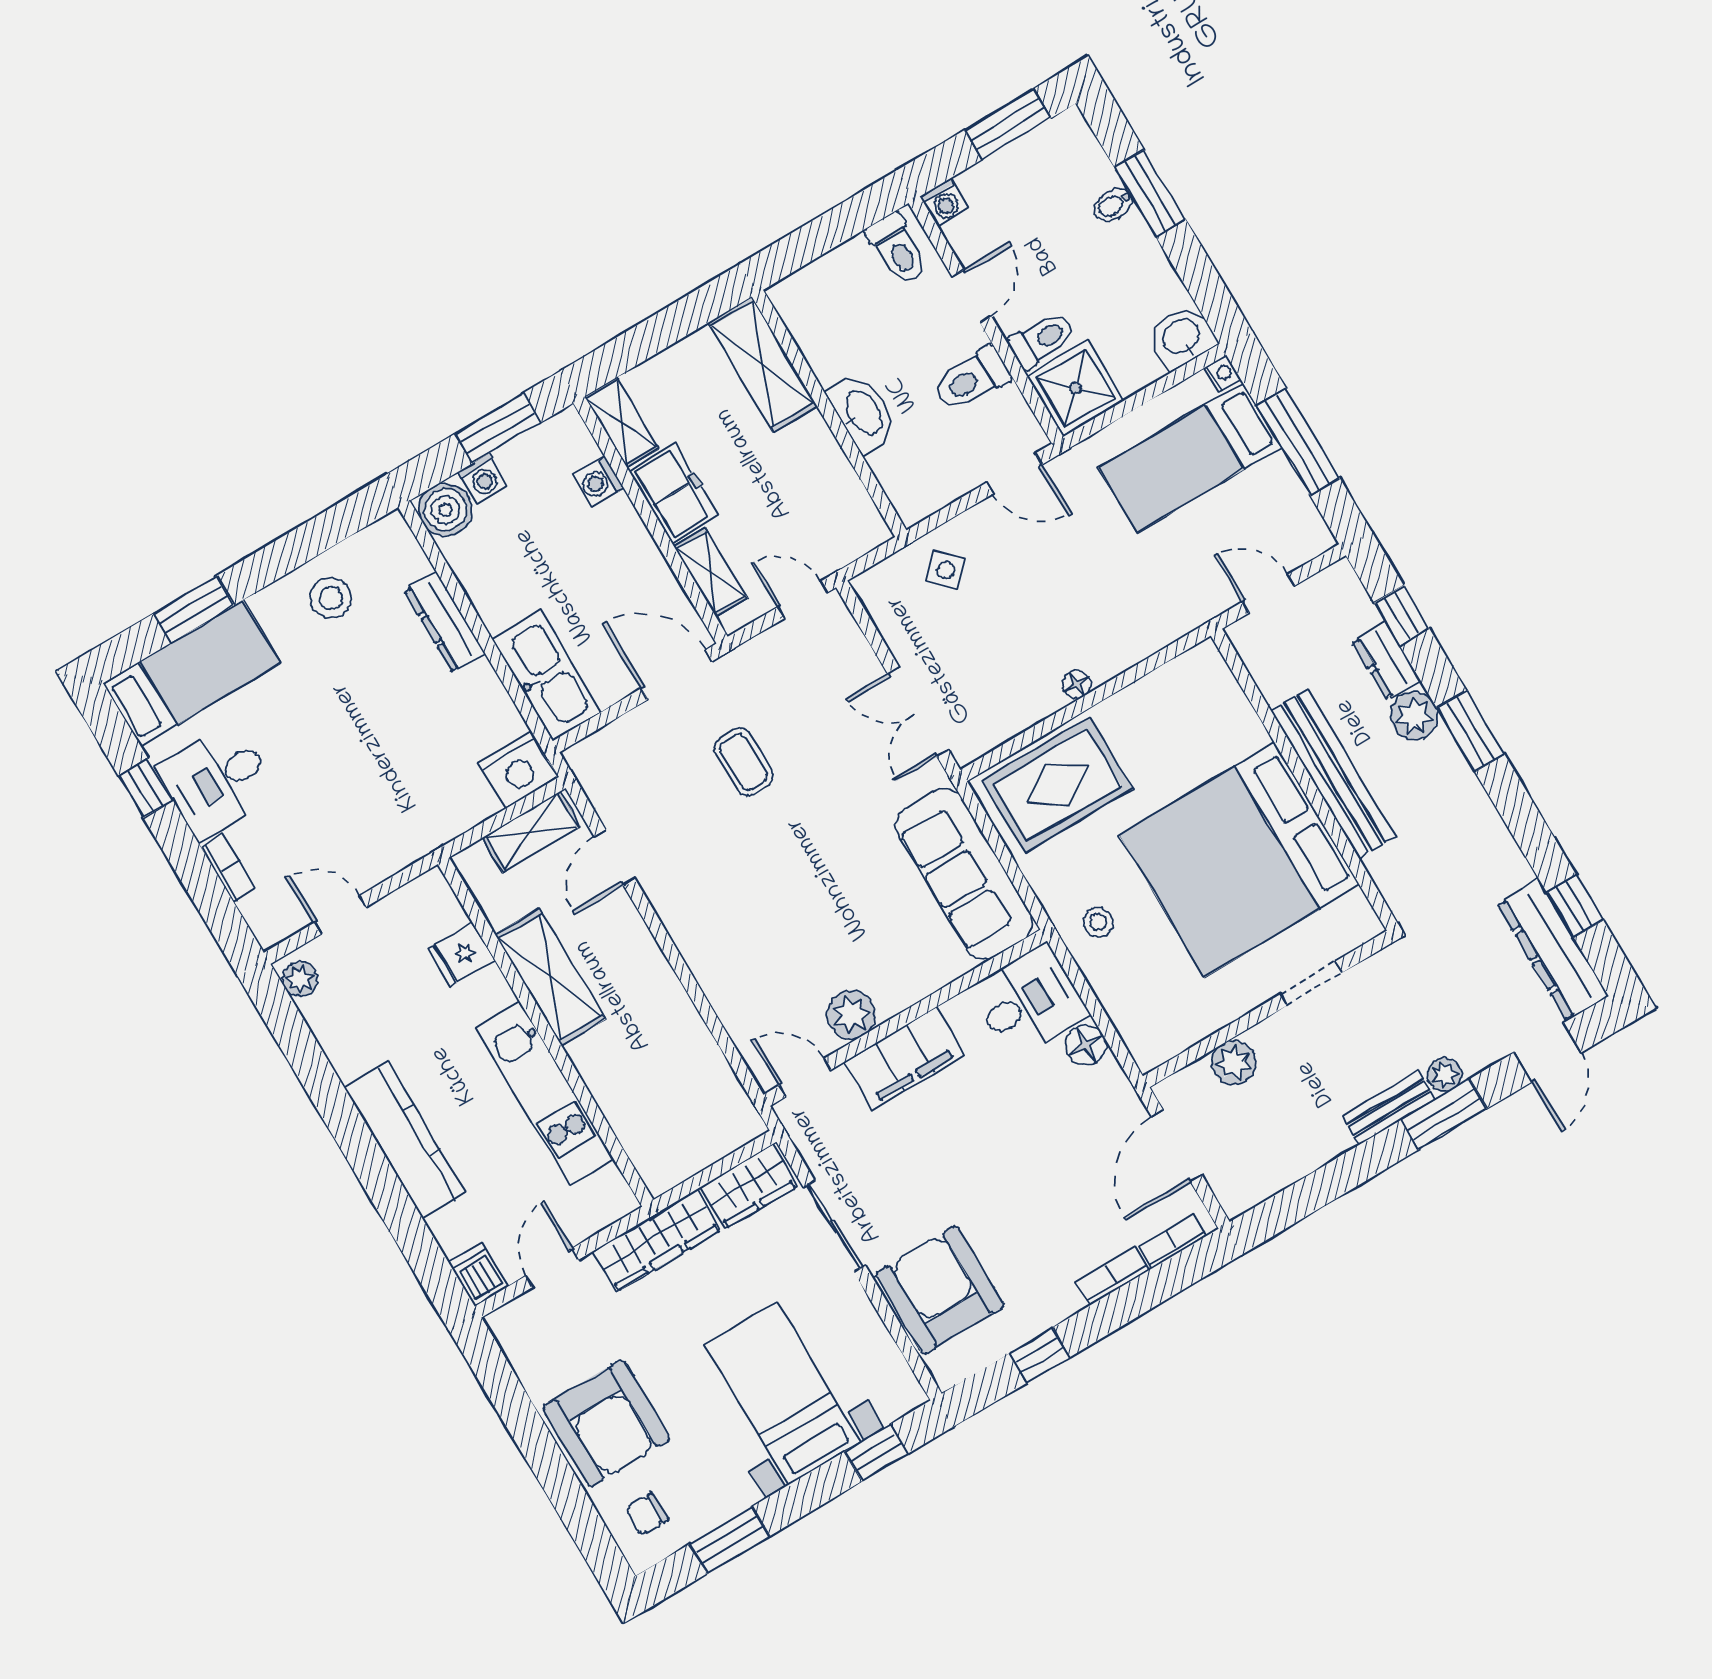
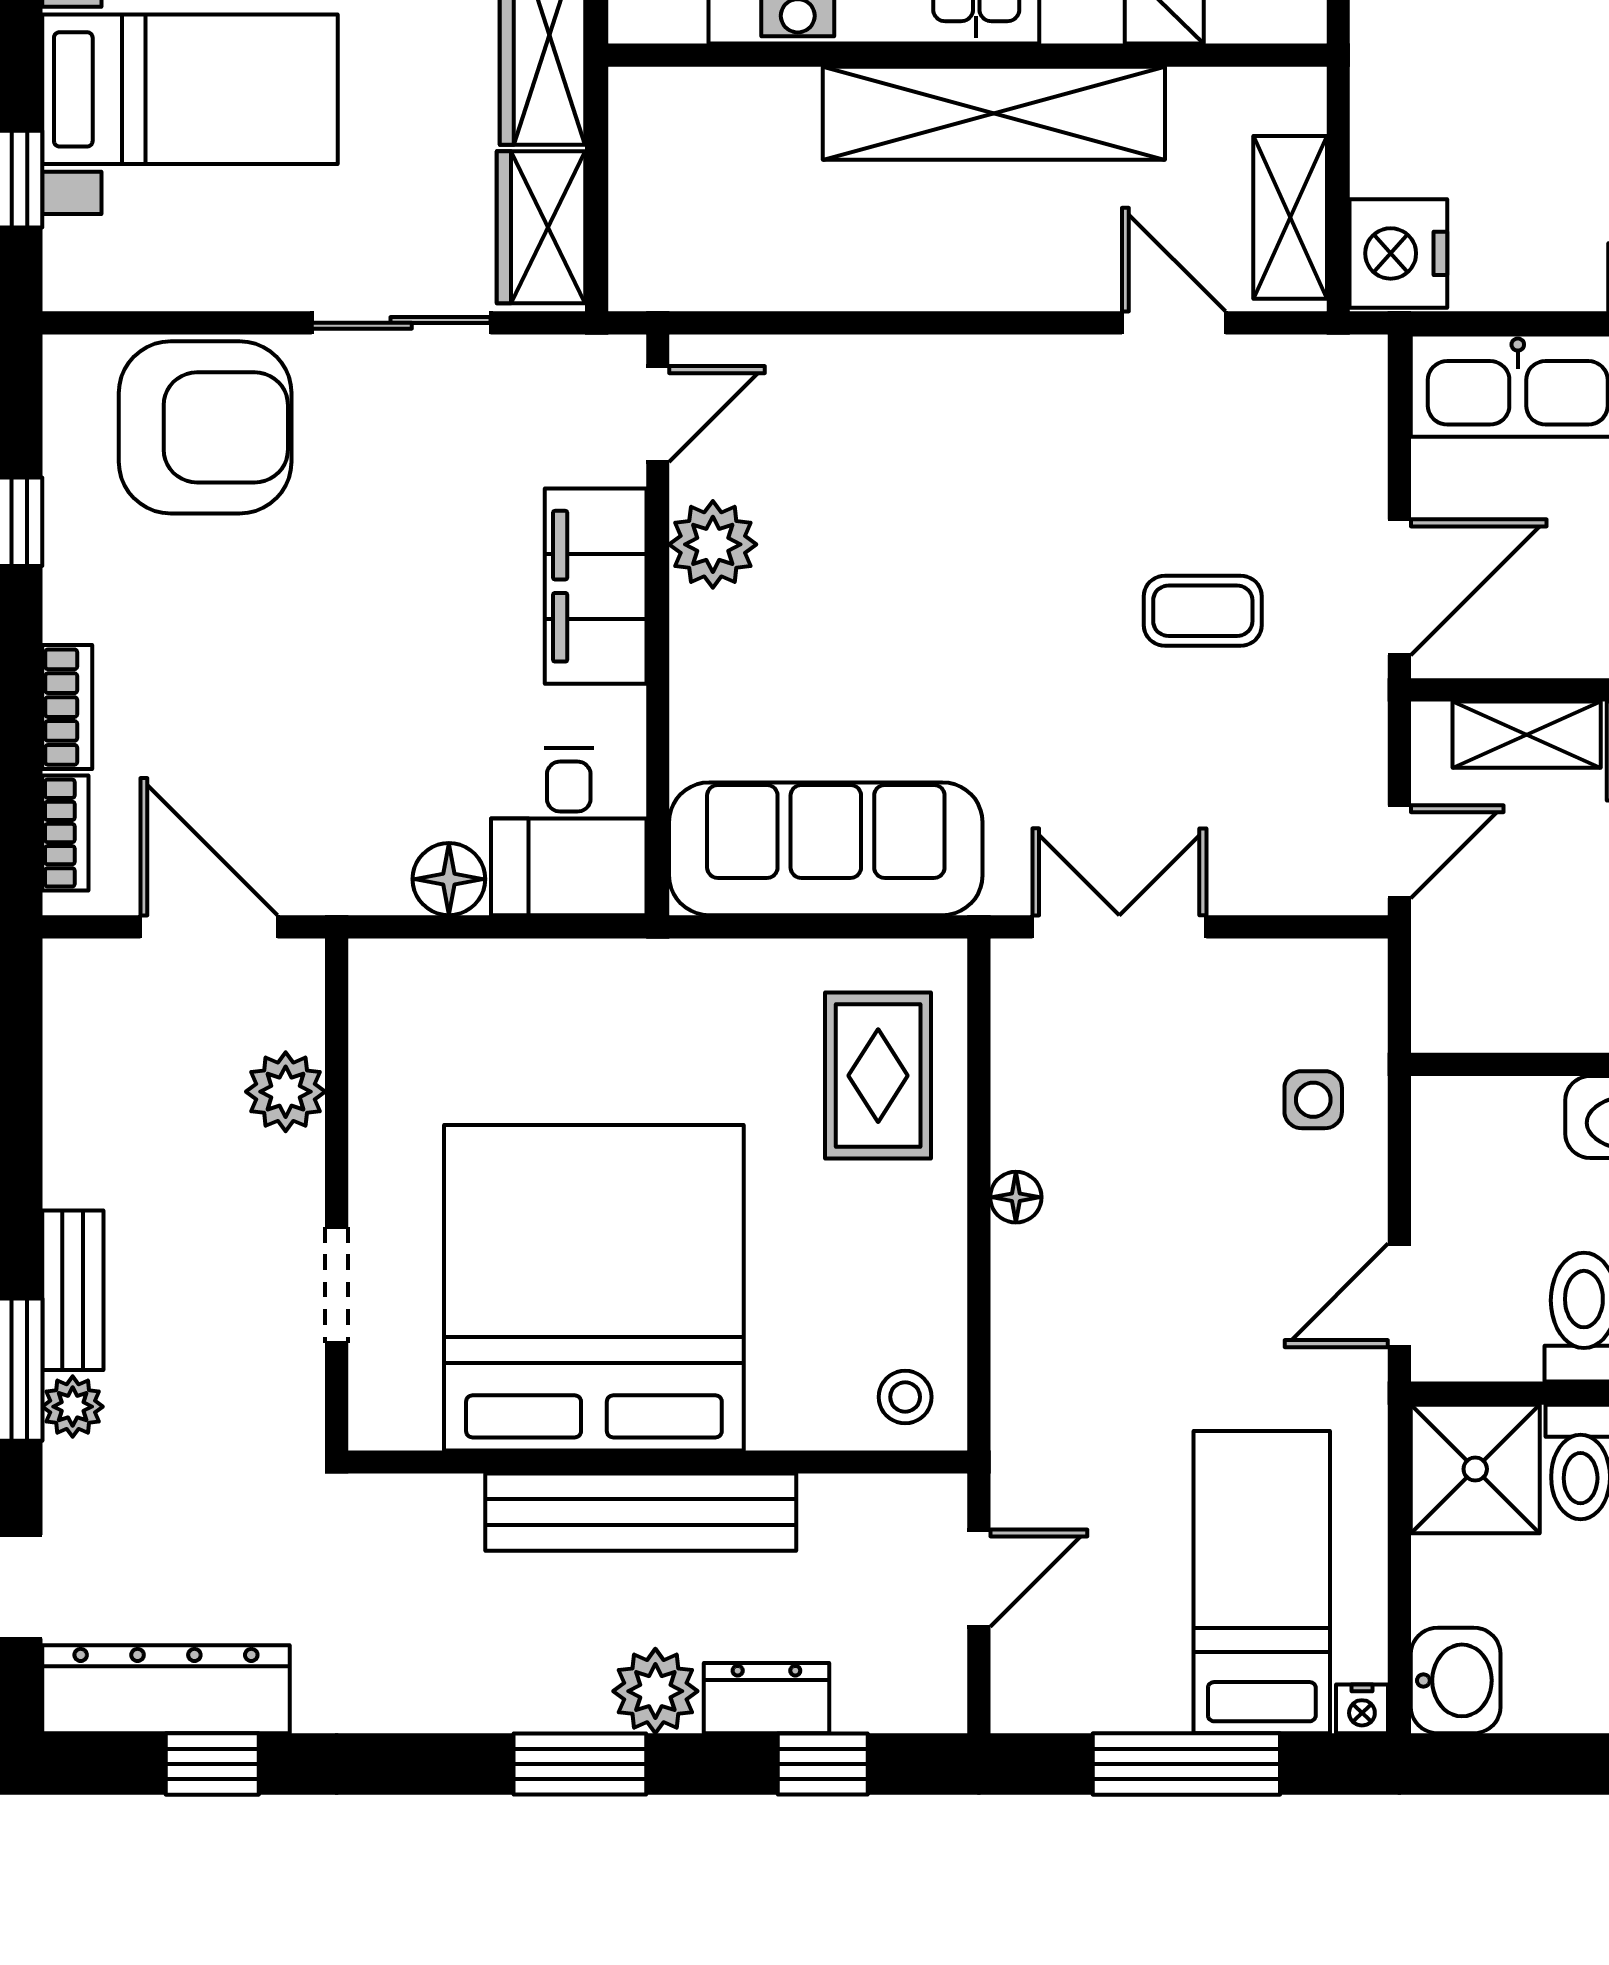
side table: (945, 570) -> (1313, 1100), turned 45
rug: (1058, 785) -> (878, 1076), width x0.73, depth x0.70
stool: (1098, 922) -> (905, 1397), moved
shelving: (550, 977) -> (994, 113), width x1.47

